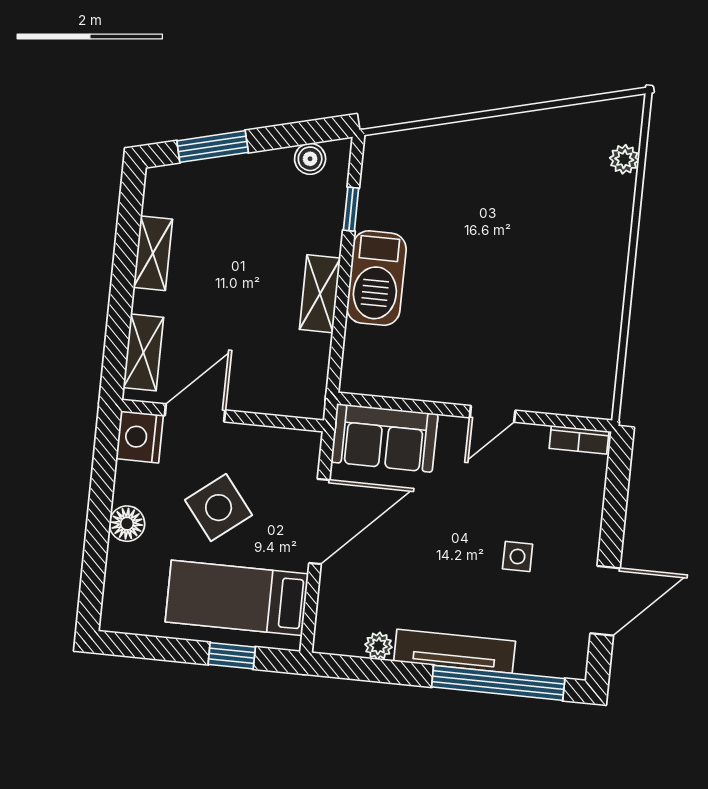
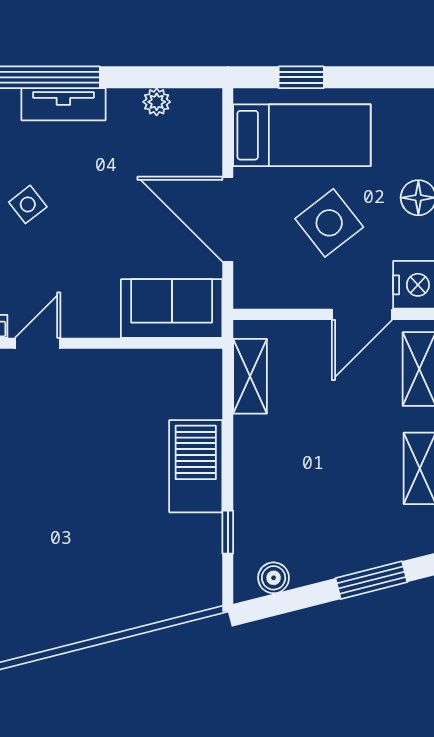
shelving: (320, 294) -> (250, 376), moved
door: (493, 414) -> (38, 343), moved
door: (319, 521) -> (228, 219), hinge flipped
side table: (518, 556) -> (28, 204), turned -38
tv unit: (455, 651) -> (63, 104), width x0.71

